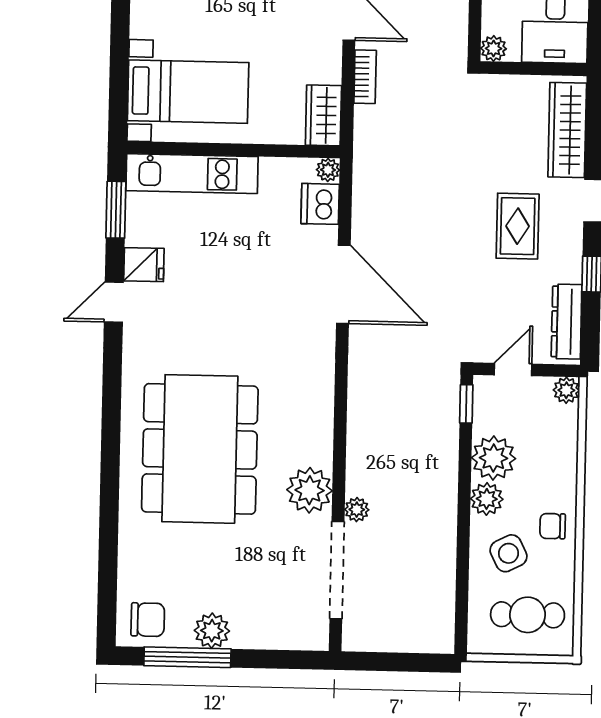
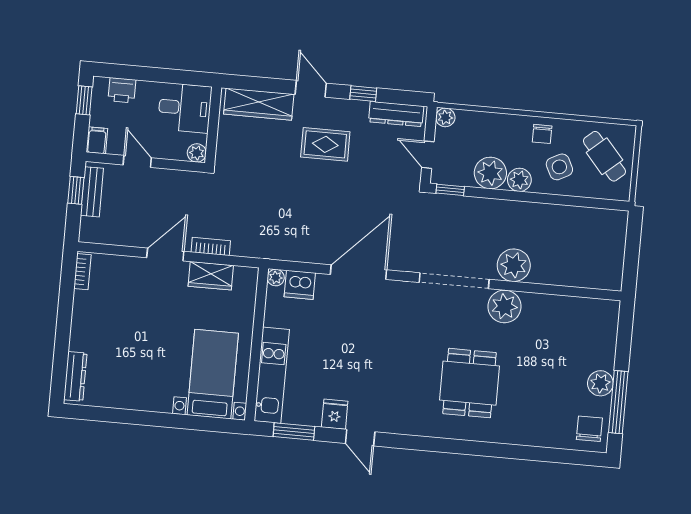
wardrobe: (323, 115) -> (211, 276), moved
dining table: (200, 449) -> (470, 383), width x0.53, depth x0.80
plant: (357, 510) -> (514, 265), width x1.88, depth x1.88
doorway: (337, 570) -> (454, 281), moved
cafe table: (528, 615) -> (604, 156), turned -41

